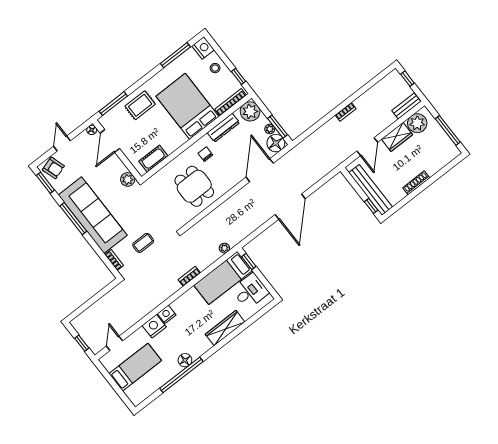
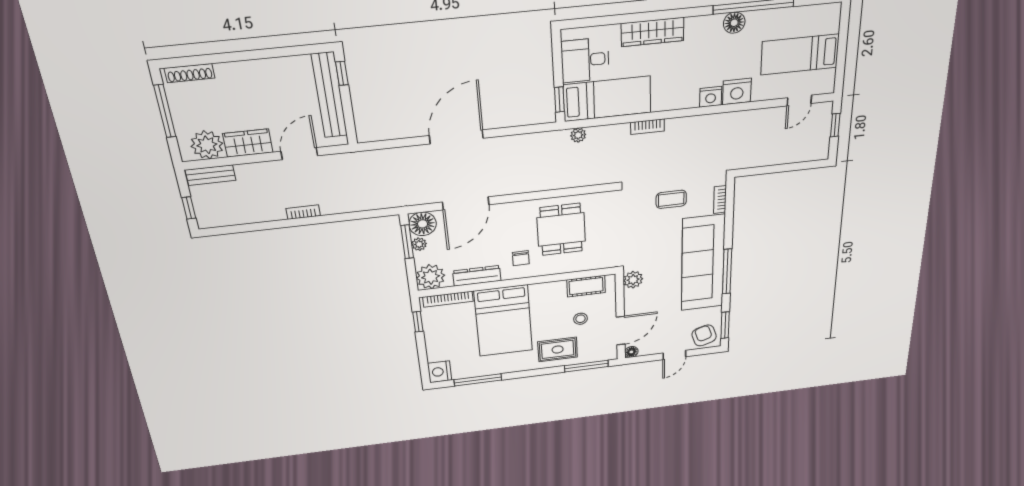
stool: (215, 68) -> (580, 319), moved
shoe rack: (416, 183) -> (190, 73), moved

